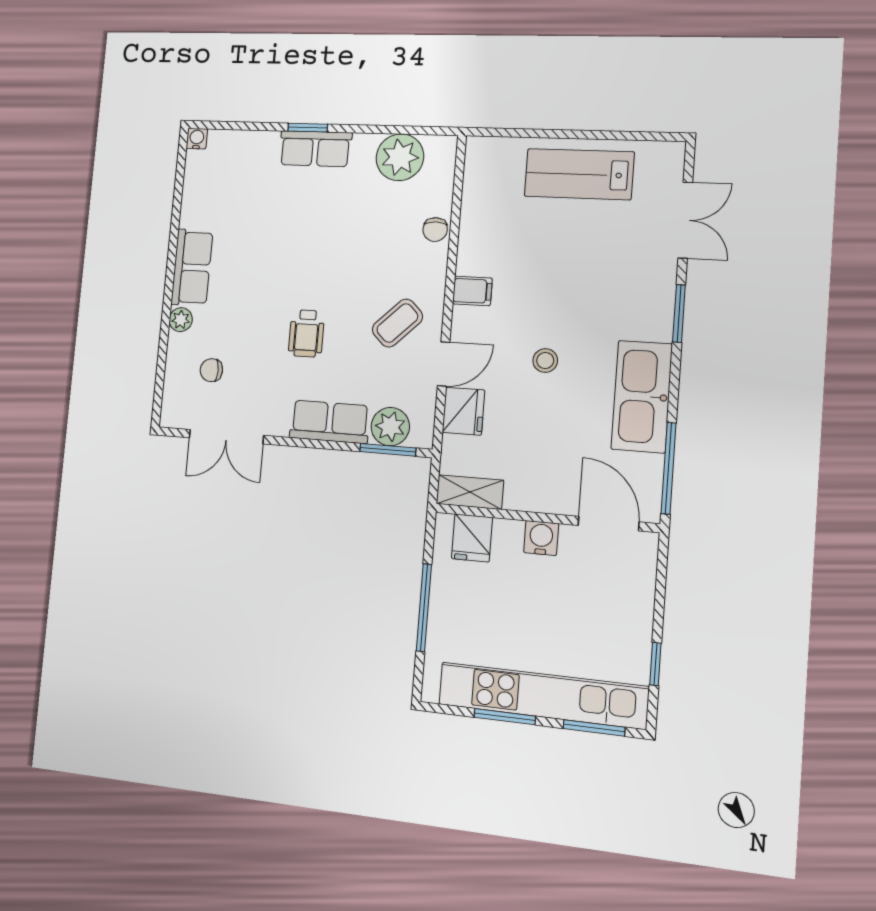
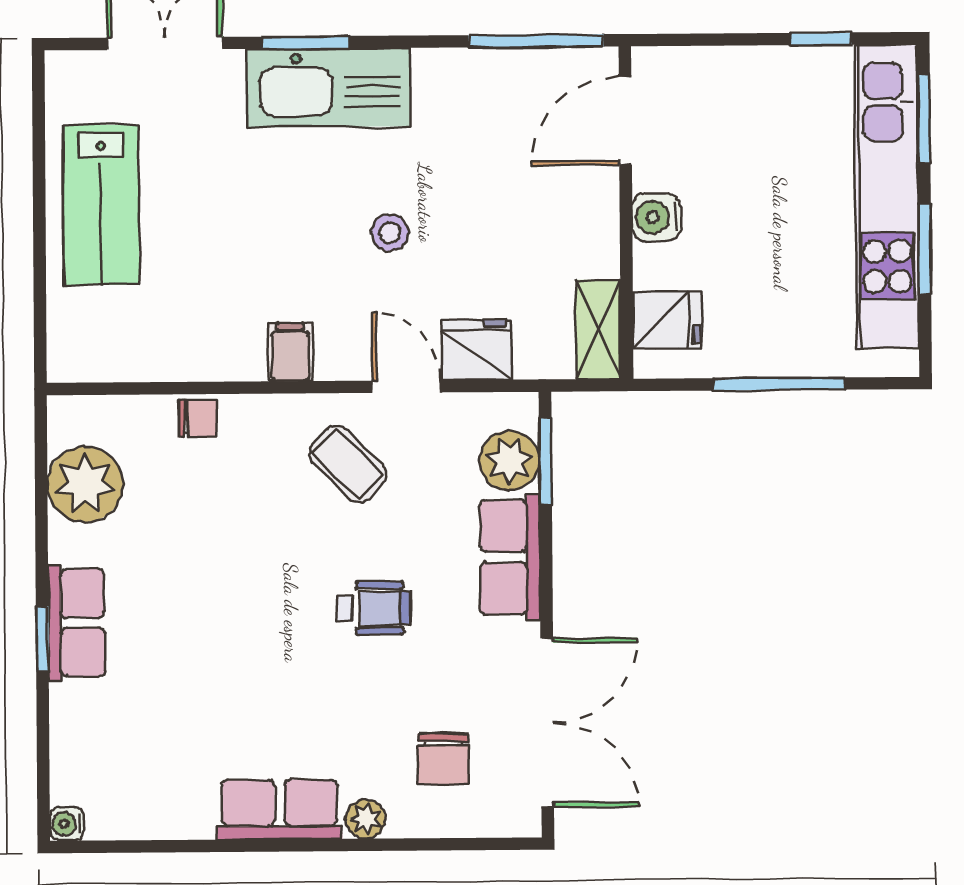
chair: (211, 370) -> (443, 759), width x1.37, depth x1.37
kitchen sink: (642, 396) -> (329, 88), moved
double door: (226, 437) -> (547, 723), width x1.37

